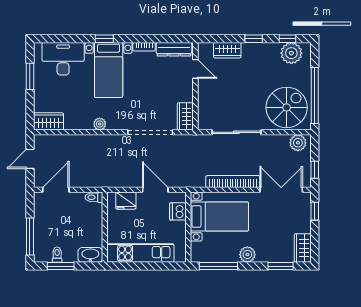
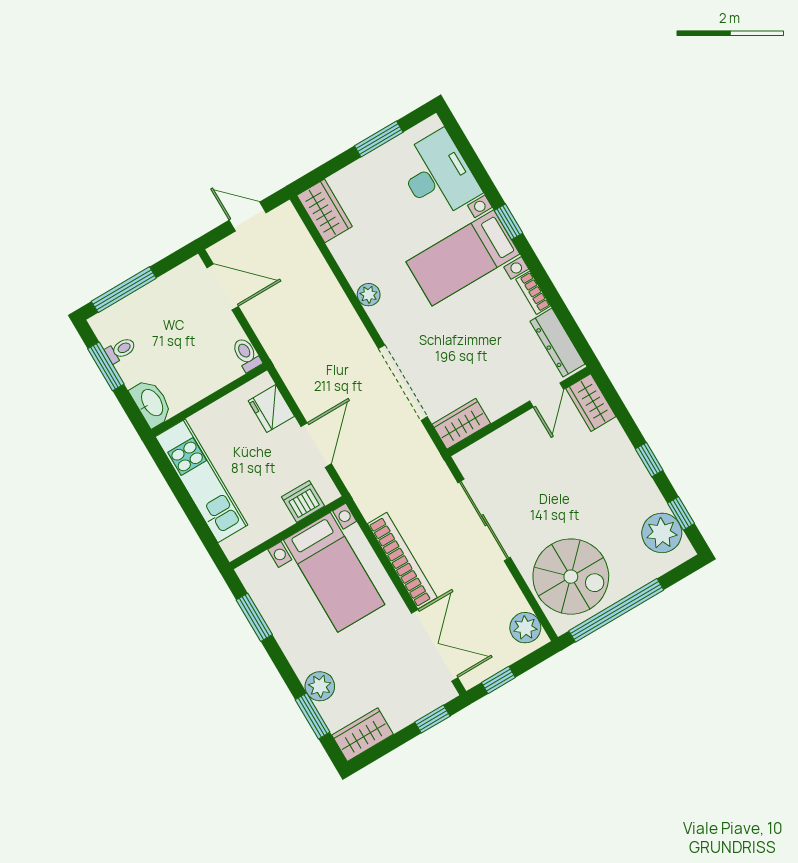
wardrobe: (227, 50) -> (591, 403), moved
plant: (247, 255) -> (320, 686), moved
window: (218, 266) -> (254, 617), width x0.69

